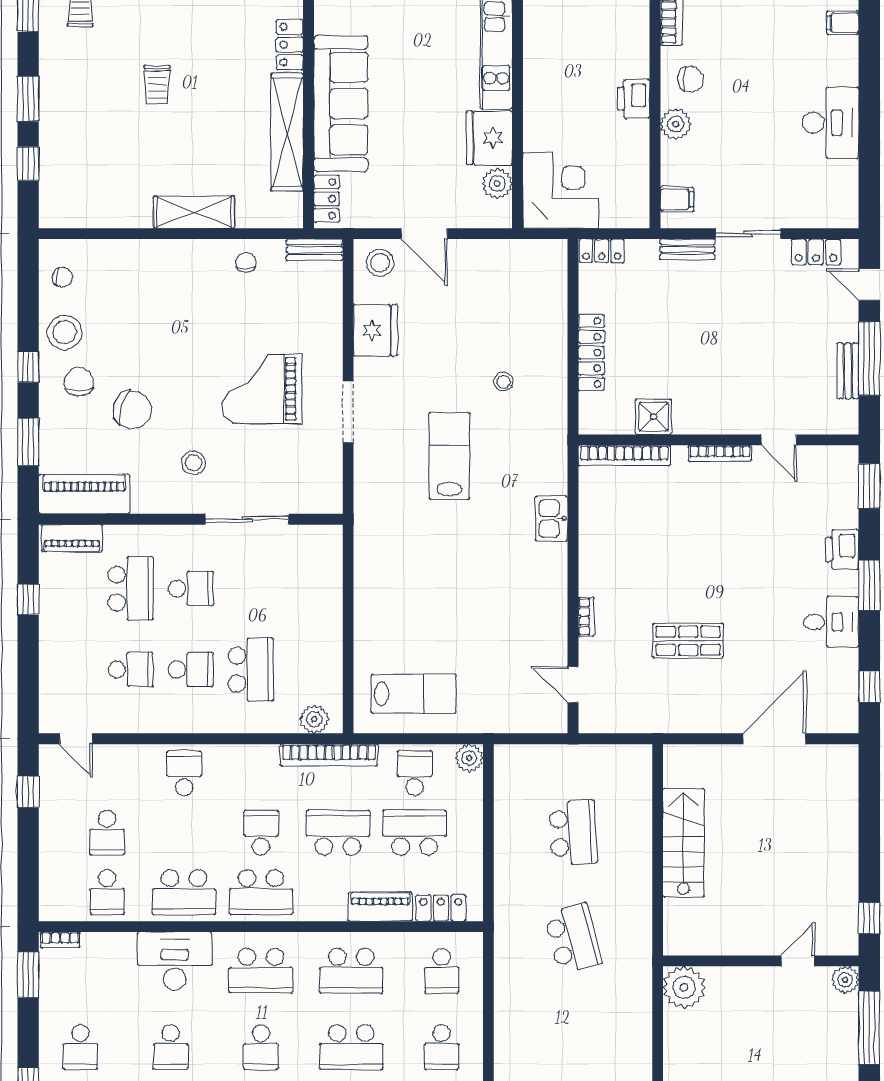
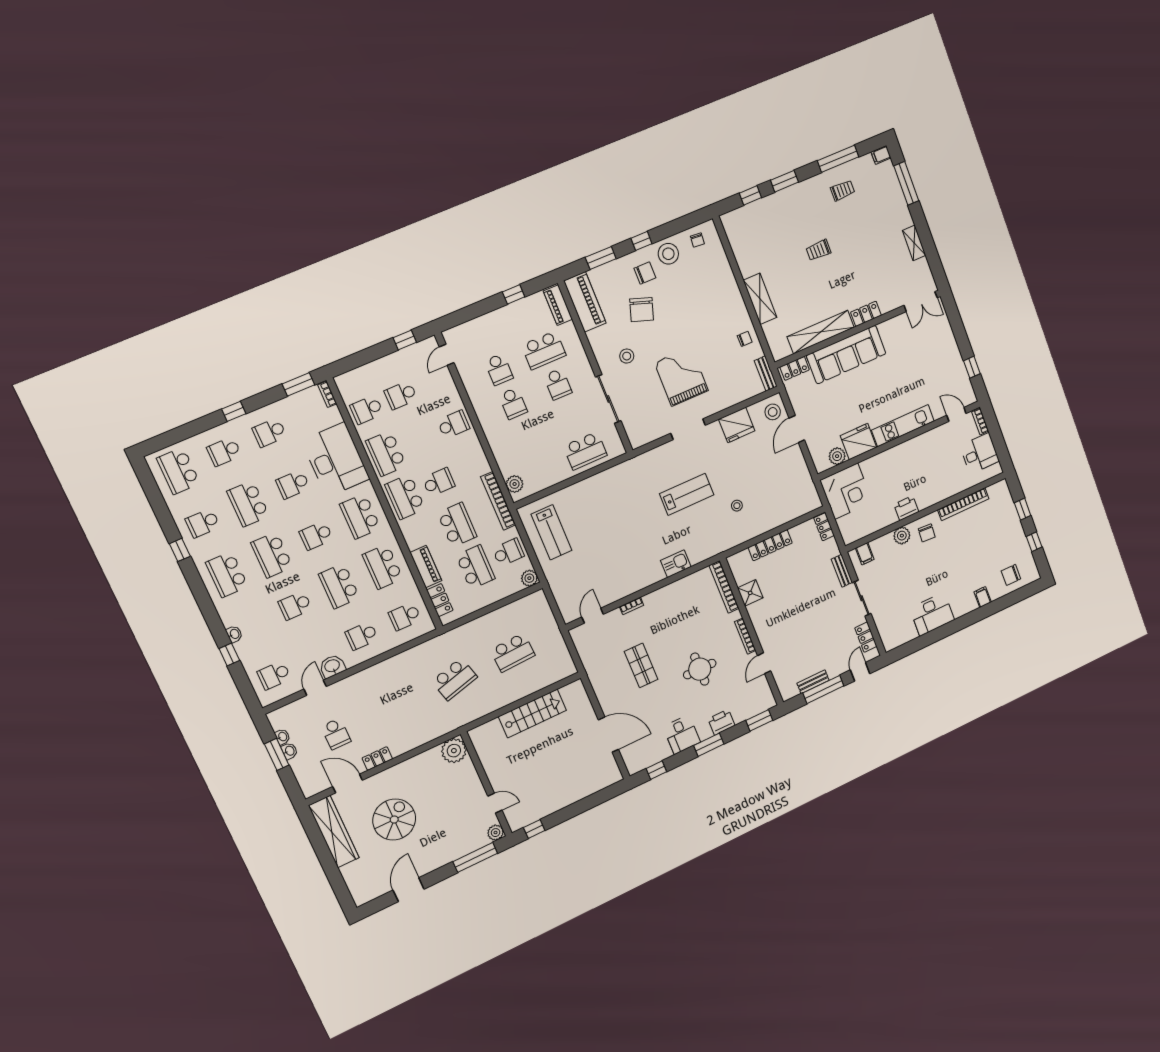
round table: (739, 549) -> (700, 669), added
school desk: (251, 669) -> (585, 451), moved
desk: (175, 961) -> (336, 460), width x1.36, depth x1.30

